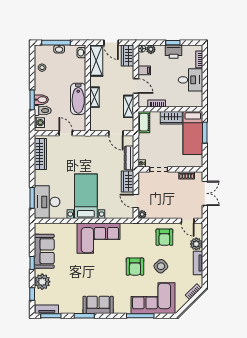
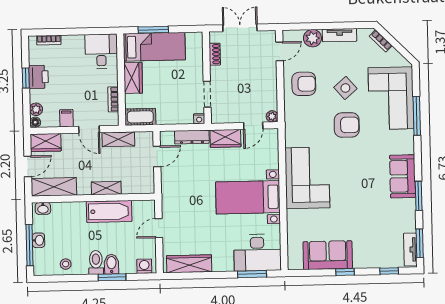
desk: (190, 80) -> (101, 51), moved
door: (136, 86) -> (89, 130), swing flipped
toilet: (43, 111) -> (96, 262), moved
plant: (42, 282) -> (371, 257), removed

